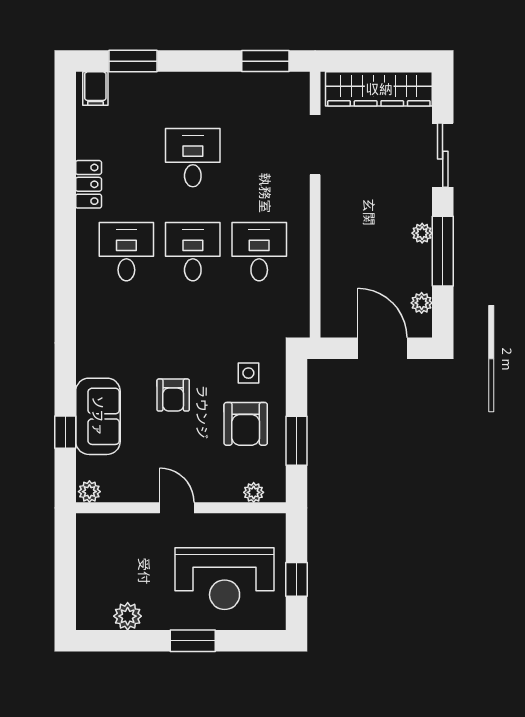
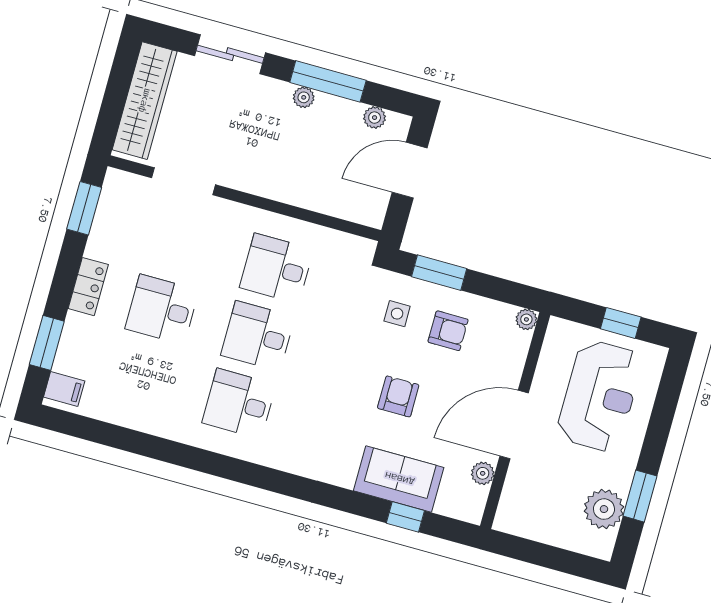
locker: (89, 184) -> (88, 287), moved, turned 90
armchair: (173, 395) -> (398, 396), turned -90
armchair: (246, 424) -> (448, 331), width x0.72, depth x0.72
window: (296, 441) -> (439, 273), moved
plant: (89, 492) -> (483, 473), moved
plant: (254, 492) -> (526, 319), moved
door: (177, 508) -> (514, 424), width x1.88
plant: (128, 616) -> (604, 509), width x1.36, depth x1.36
window: (193, 641) -> (640, 496), moved

